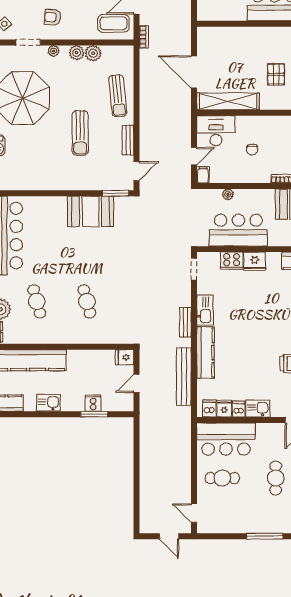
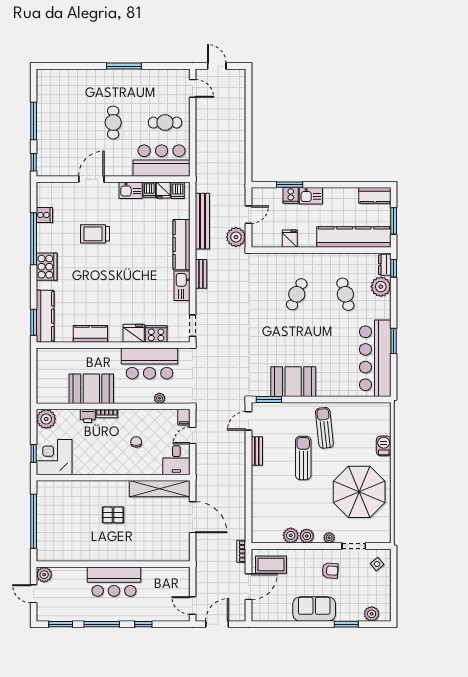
pallet: (276, 74) -> (113, 515), turned 90
sun lounger: (118, 96) -> (324, 428), moved
desk: (216, 131) -> (176, 460), width x0.73
cafe table: (87, 301) -> (297, 294), turned 39
fridge: (125, 357) -> (290, 239), moved, turned -90
plant: (149, 360) -> (236, 237), added
kitchen sink: (48, 403) -> (311, 196), moved

